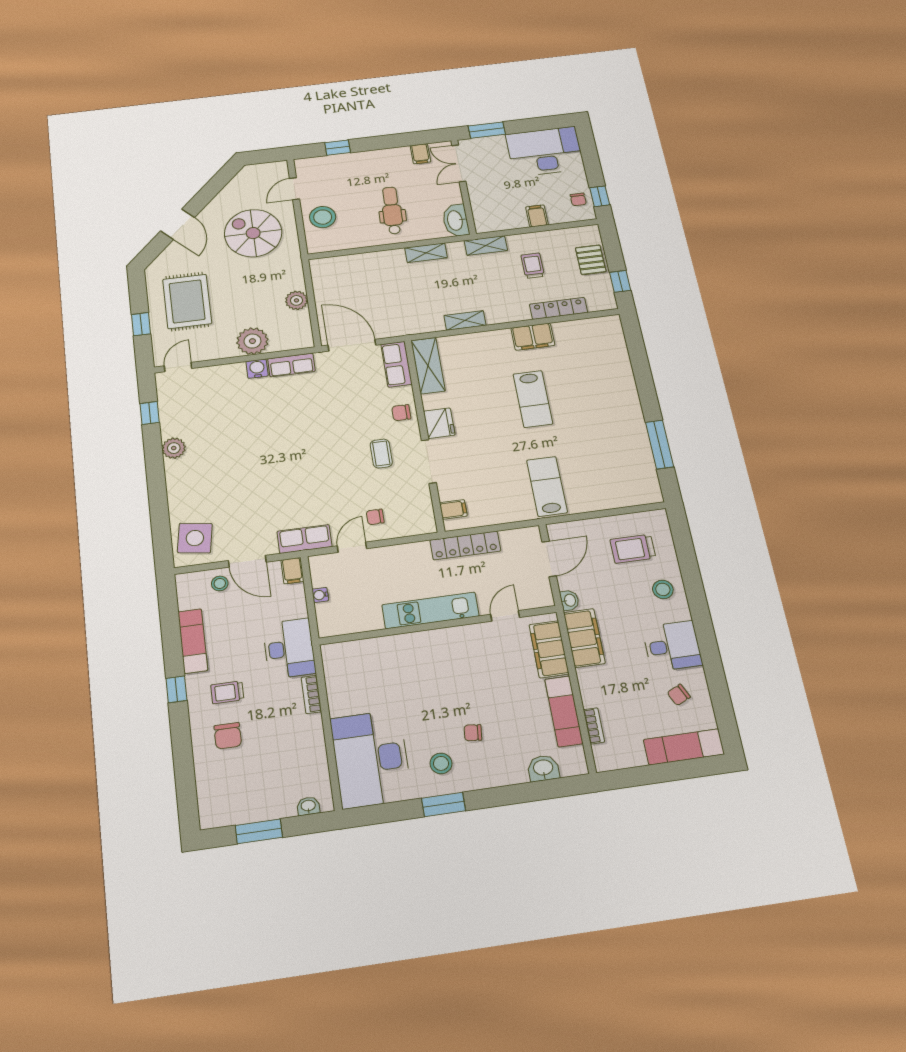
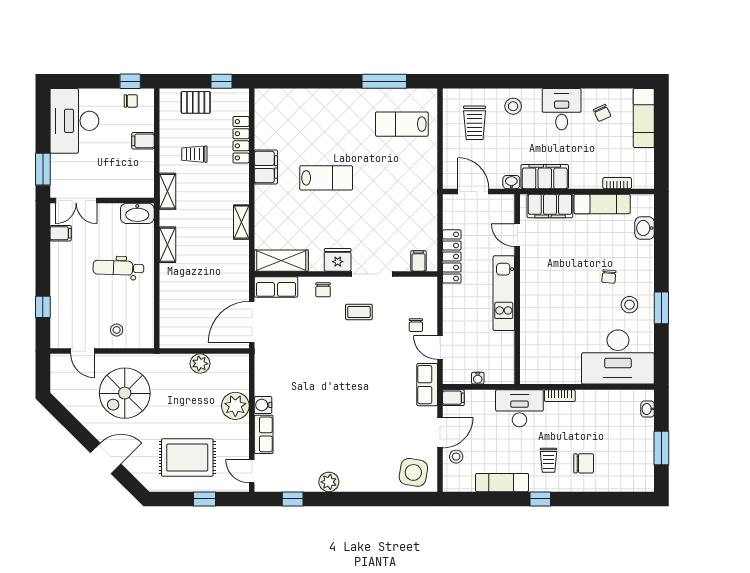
stool: (323, 217) -> (117, 330), width x0.53, depth x0.53
row of seats: (291, 365) -> (264, 434), moved
lab bench: (547, 486) -> (402, 124), moved

